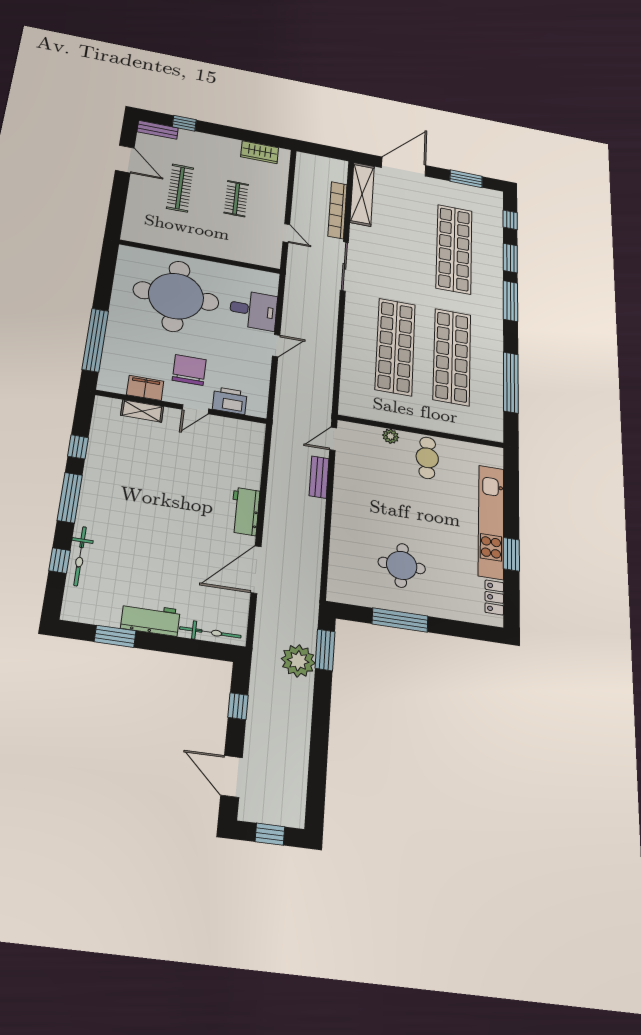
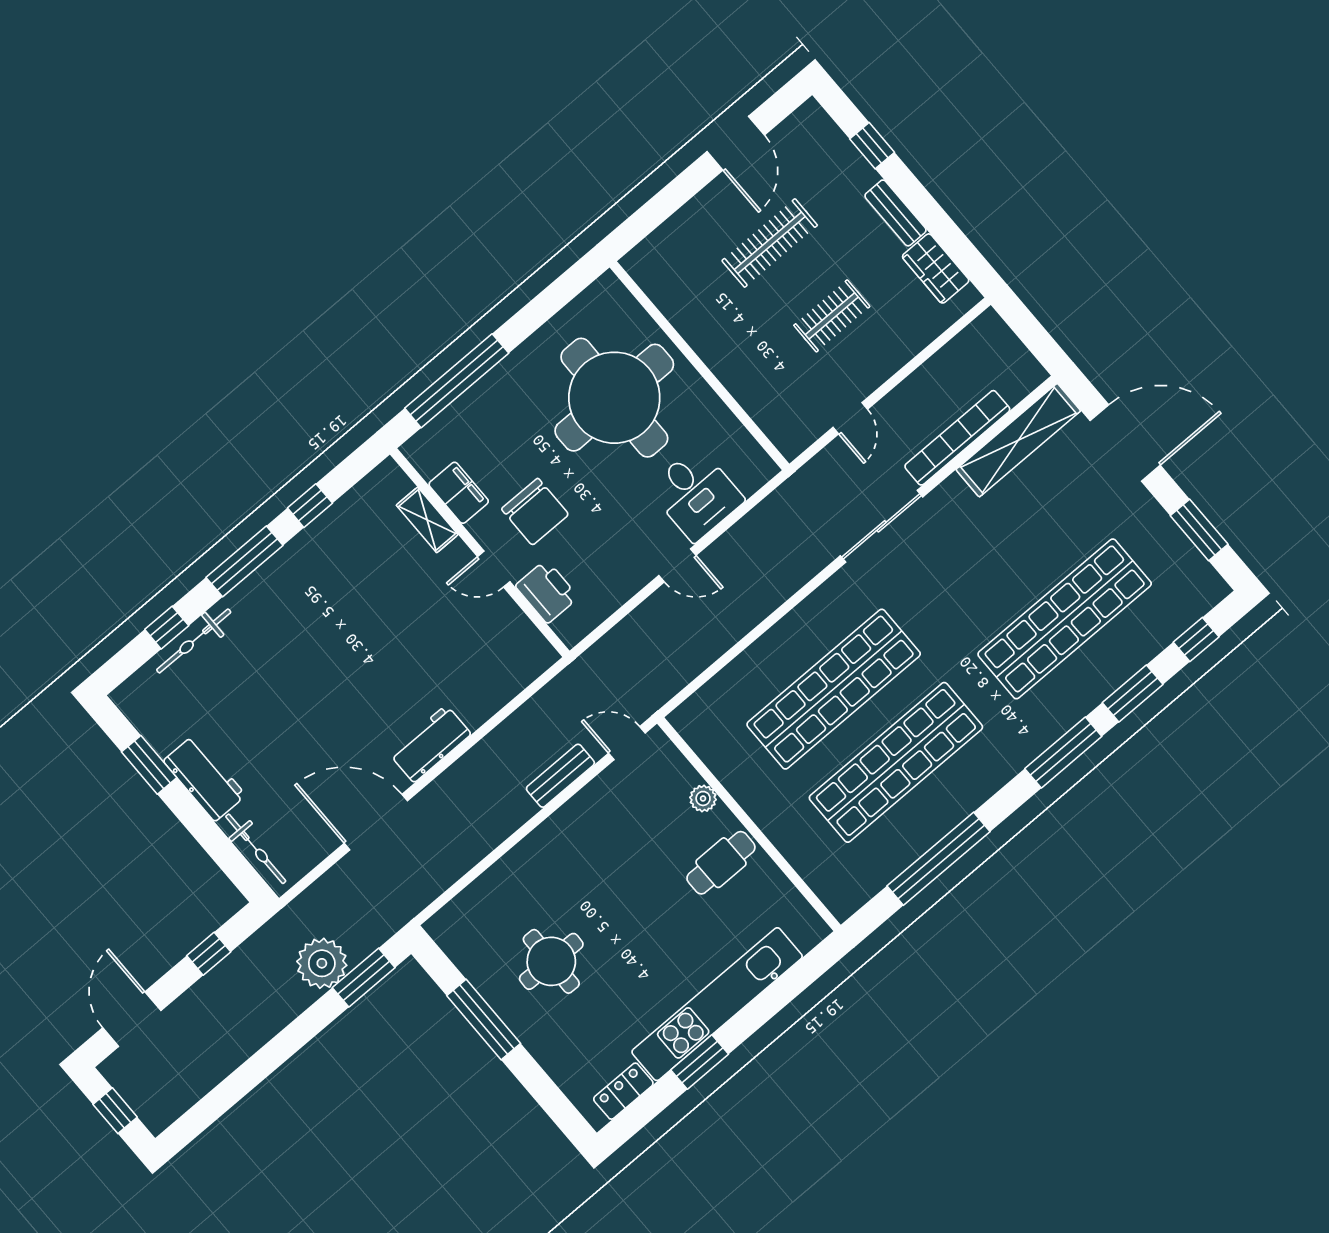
bench: (158, 130) -> (895, 213), moved
chair: (189, 370) -> (535, 512), turned 90

